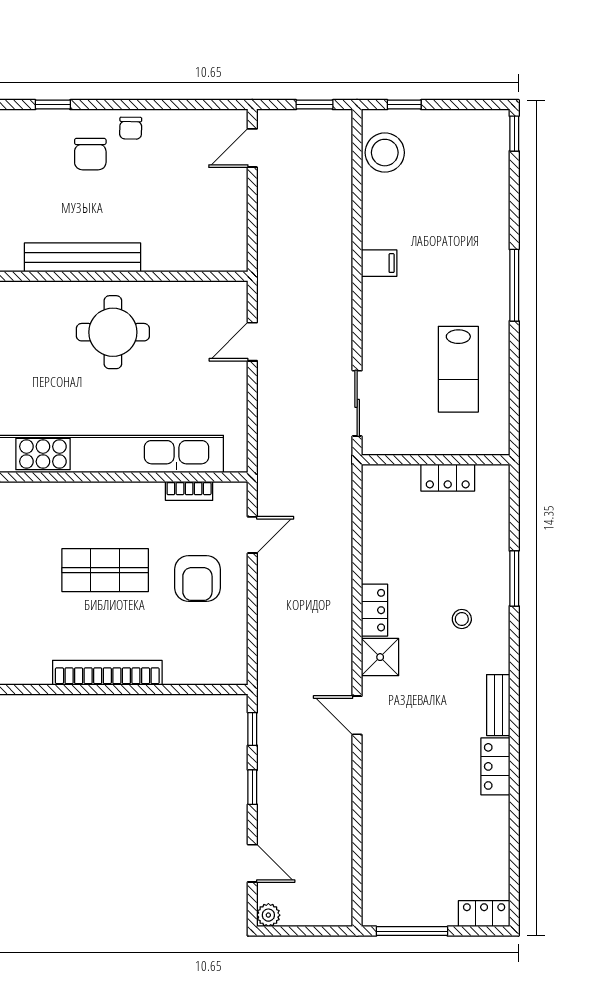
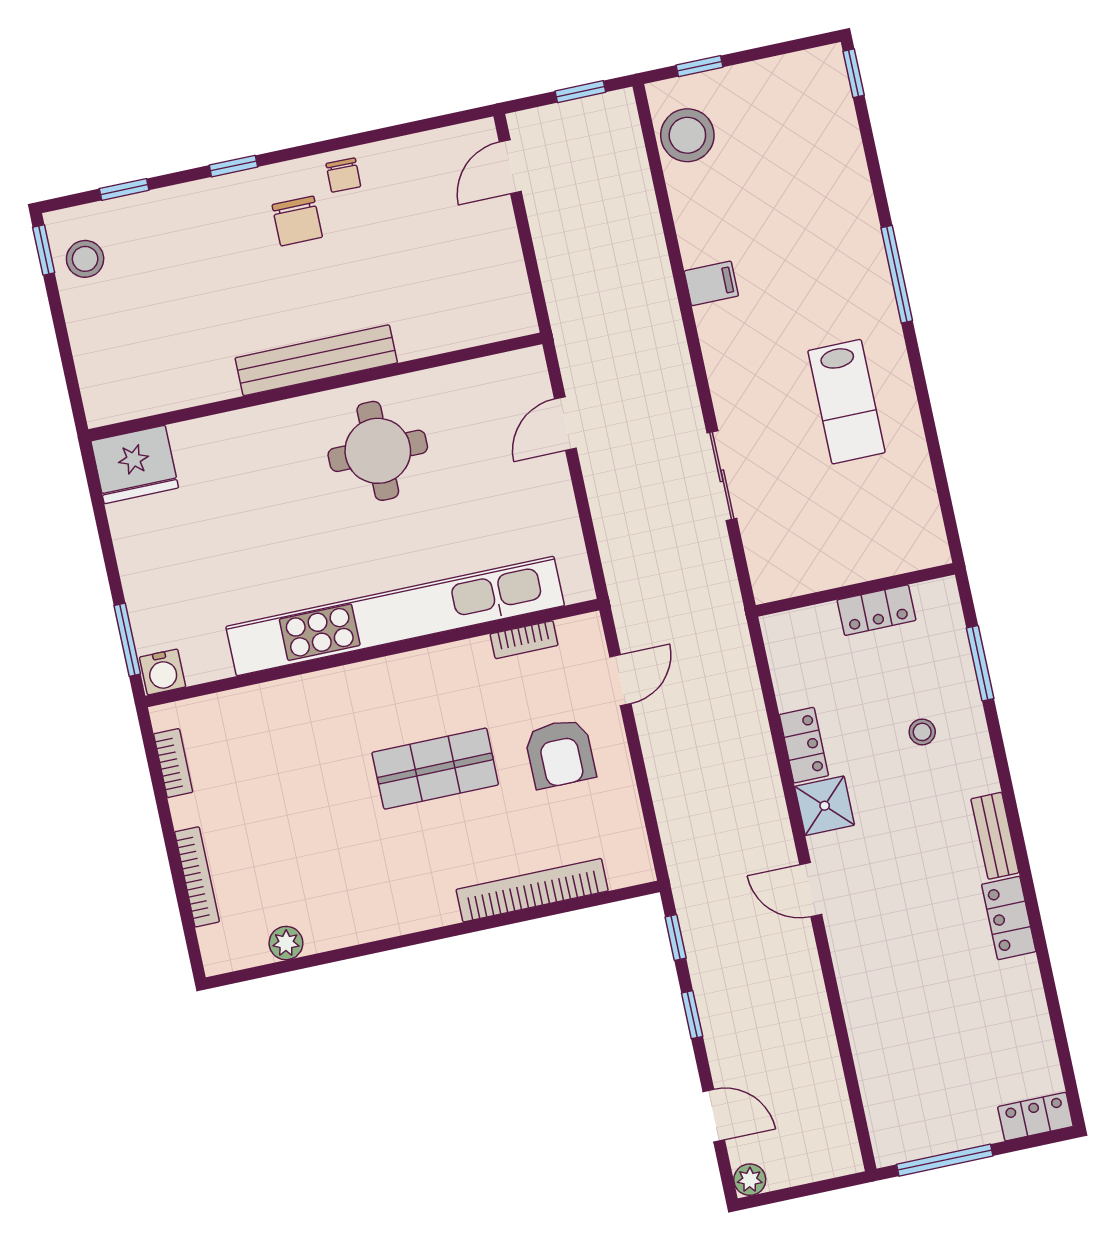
wall: (436, 460) -> (855, 590), moved
locker: (448, 478) -> (876, 610), moved
bookcase: (107, 673) -> (532, 890), moved

